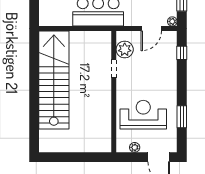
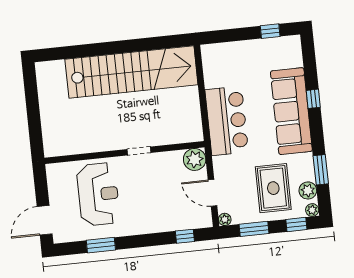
plant: (125, 49) -> (195, 159), moved
doorway: (114, 69) -> (139, 151), moved
plant: (135, 147) -> (54, 187), removed

